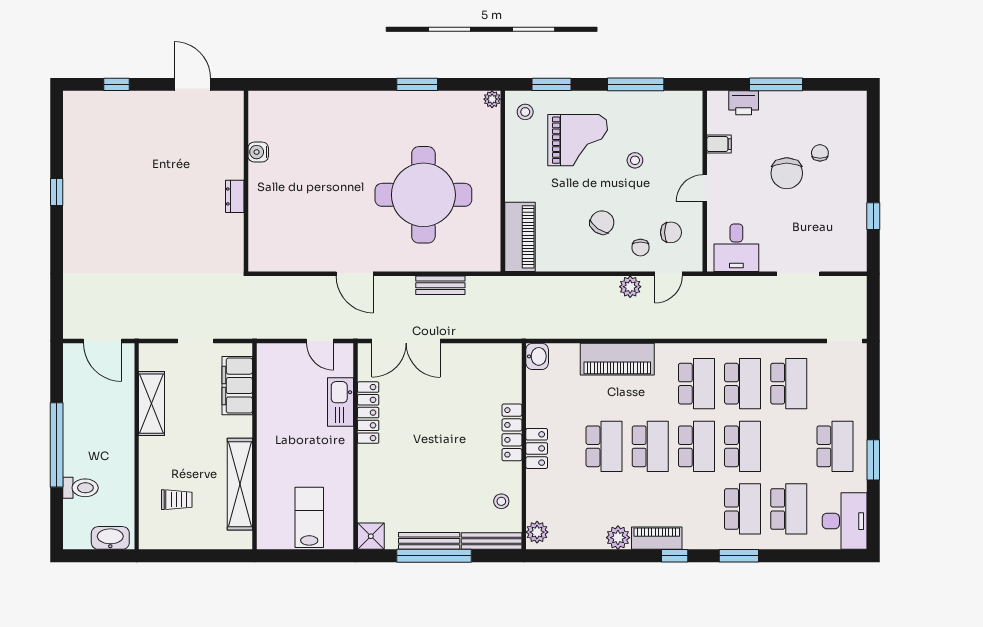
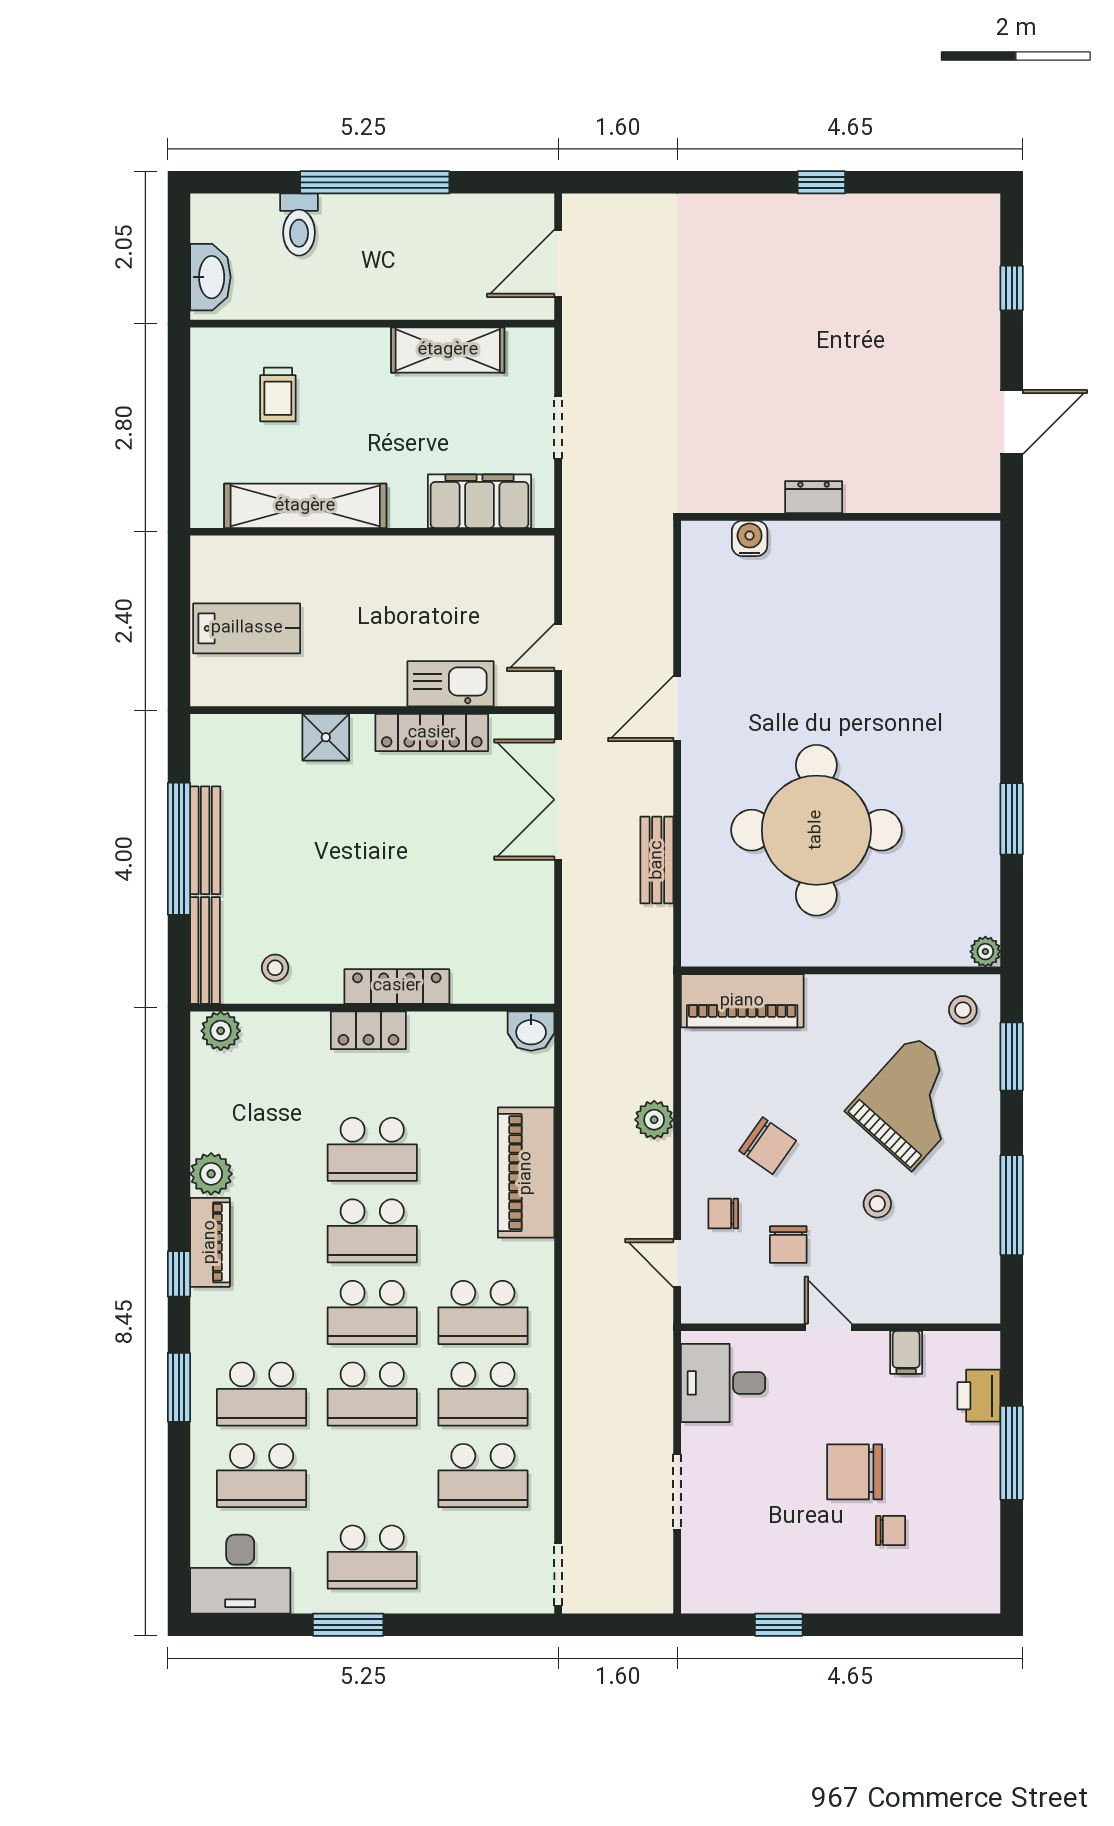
grand piano: (578, 140) -> (913, 1103), turned -138
water cooler: (258, 152) -> (750, 538), moved
chair: (671, 232) -> (788, 1245), moved
plant: (630, 287) -> (654, 1120), moved
shower: (371, 536) -> (326, 737), moved

